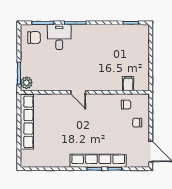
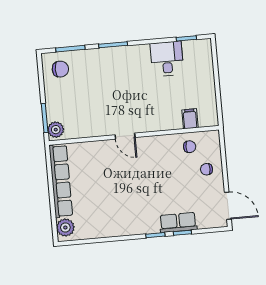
desk: (59, 37) -> (167, 59), moved
plant: (27, 157) -> (65, 228), added
row of seats: (98, 161) -> (178, 222), width x0.50

